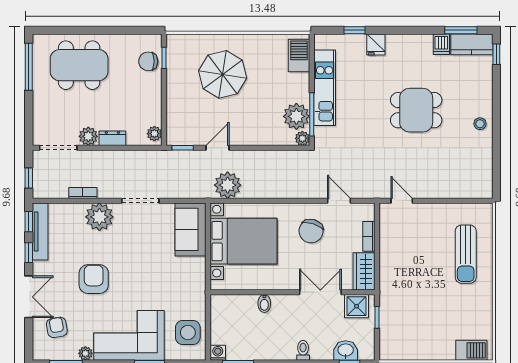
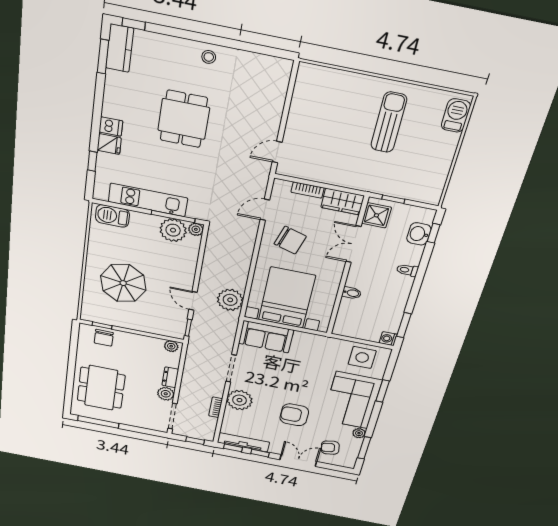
dishwasher: (441, 44) -> (111, 126), moved
sun lounger: (466, 254) -> (389, 122), moved, turned -90

